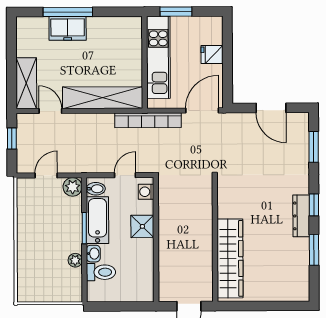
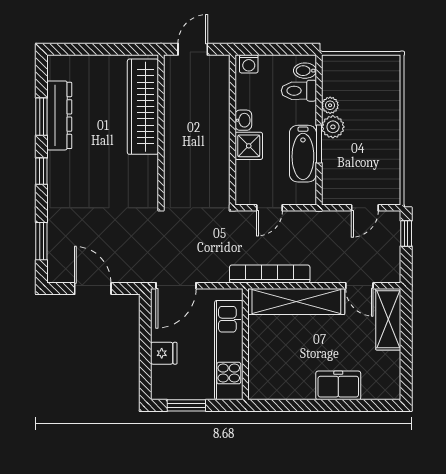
window: (68, 12) -> (338, 405), removed
window: (176, 12) -> (186, 405), moved
bookcase: (148, 120) -> (270, 274), moved
window: (12, 138) -> (406, 233), moved
plant: (73, 187) -> (333, 127), moved
bidet: (96, 189) -> (305, 71), moved
washing machine: (146, 192) -> (249, 64), moved, turned 90
dresser: (301, 216) -> (59, 115), moved, width x1.37, depth x1.24
washbasin: (93, 254) -> (243, 120), moved, turned 180

